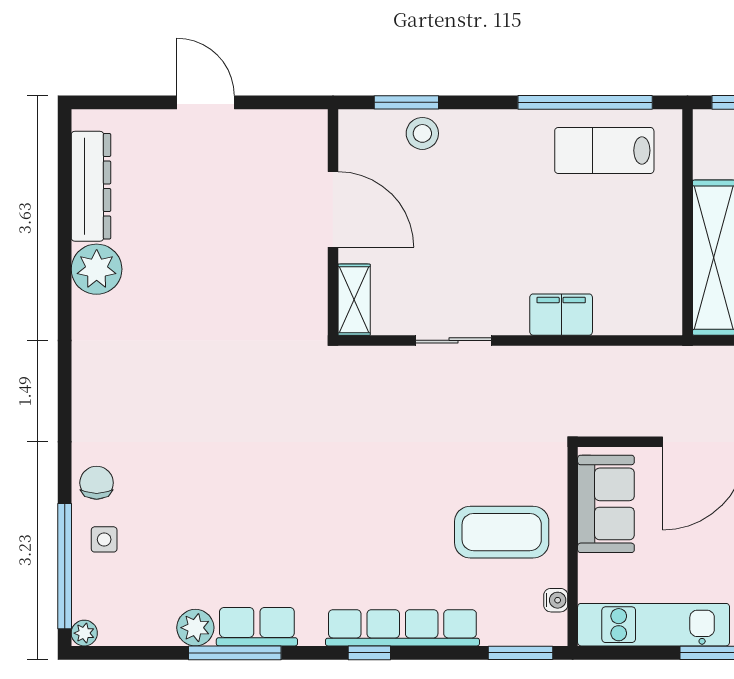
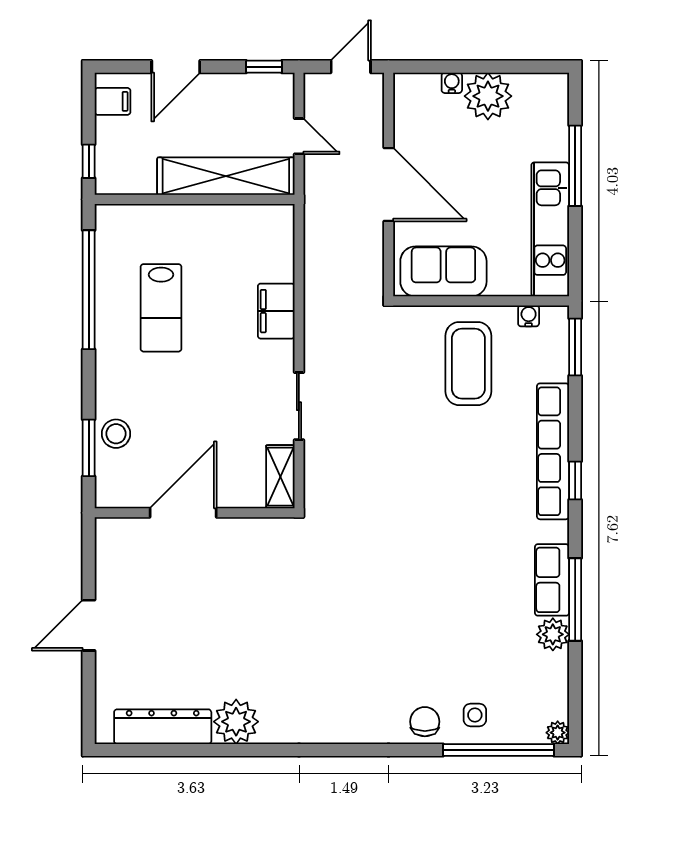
lab bench: (604, 150) -> (161, 308), moved
shelving: (354, 300) -> (280, 477), moved, turned 90
chair: (97, 483) -> (425, 722), turned 90

